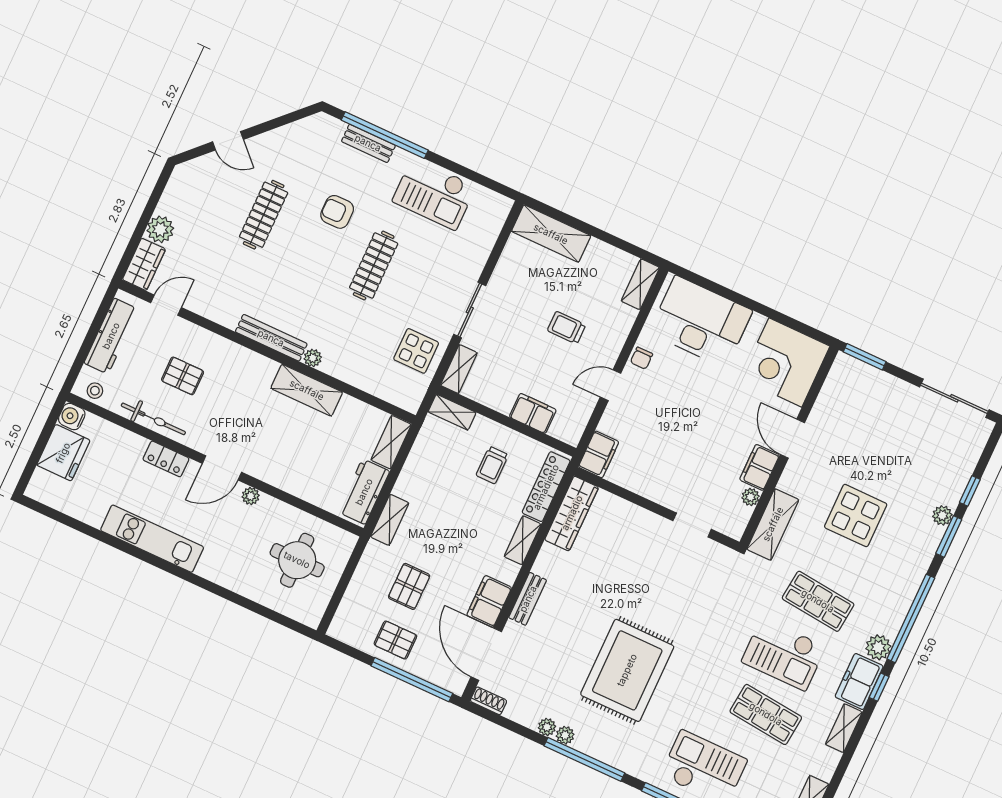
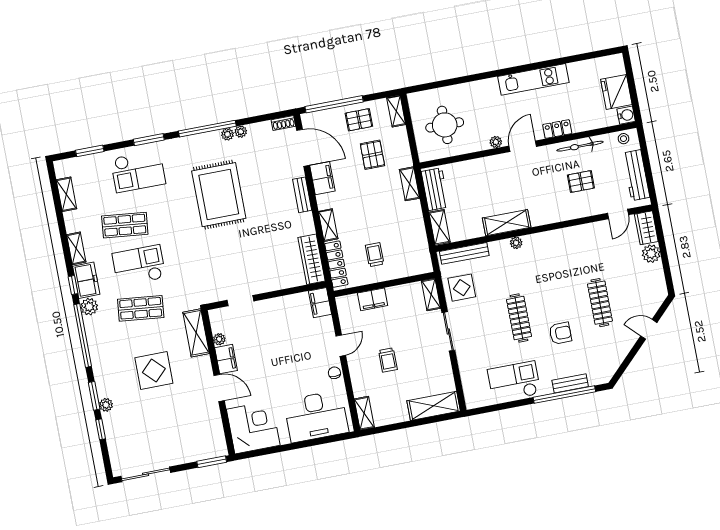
trolley: (566, 328) -> (388, 360), turned 90
bench: (271, 338) -> (464, 253), moved
shelving: (452, 412) -> (396, 111), moved, turned 90

